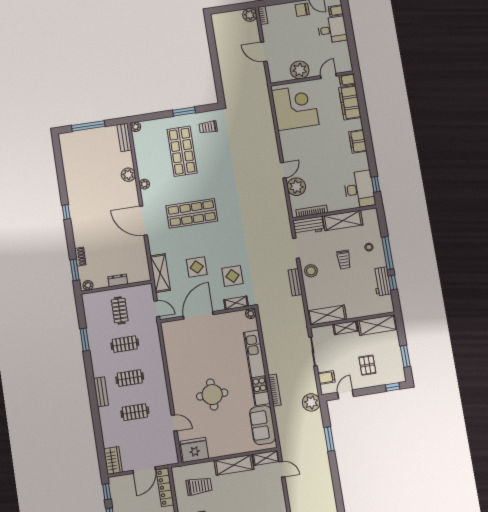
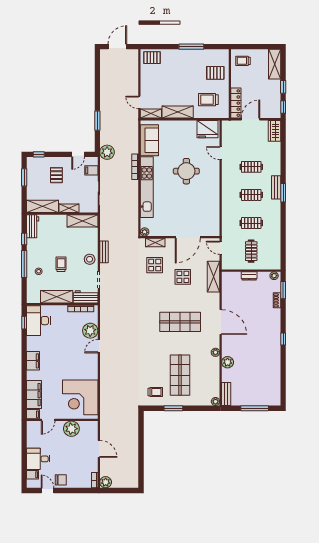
workbench: (382, 281) -> (33, 226), moved
window: (85, 340) -> (283, 193), moved

